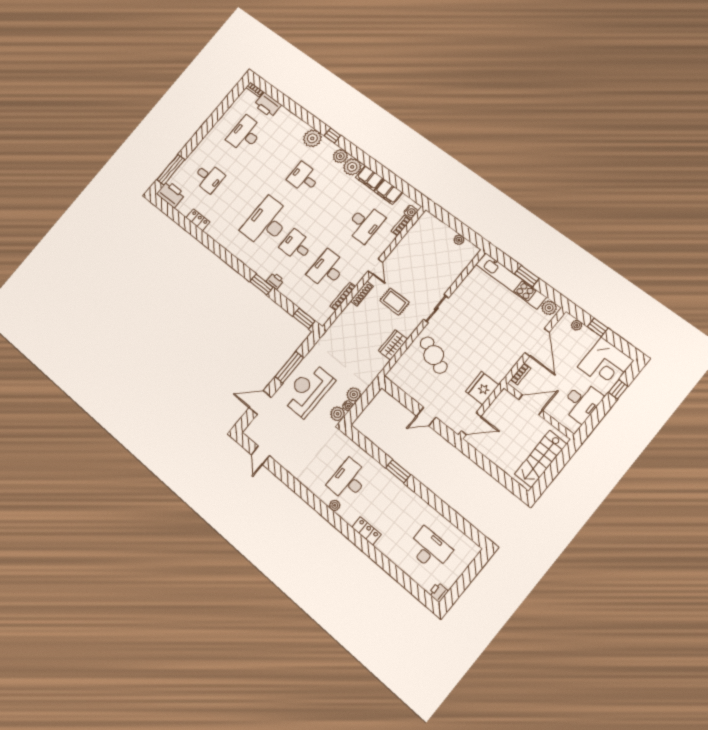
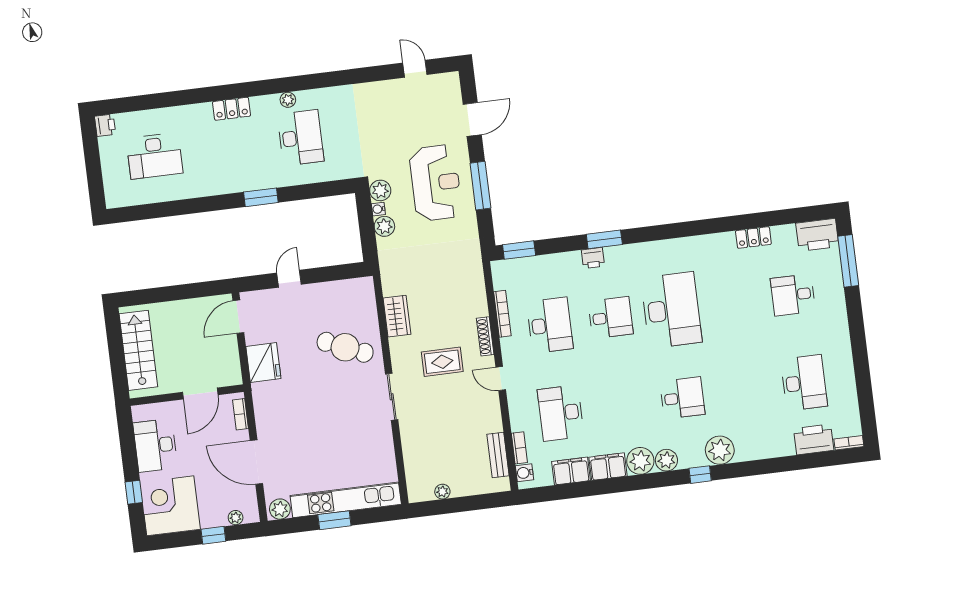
bench: (414, 232) -> (498, 455), added

